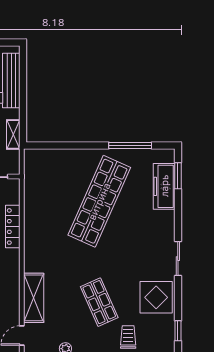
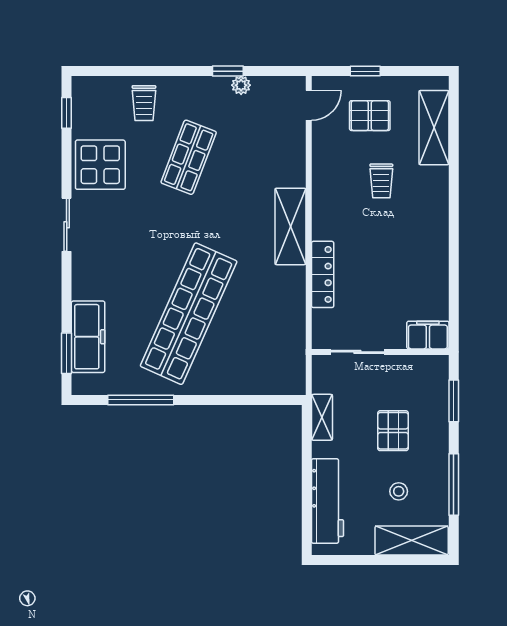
shelving: (34, 298) -> (290, 226), moved
shop shelf: (99, 302) -> (189, 157), turned 45

